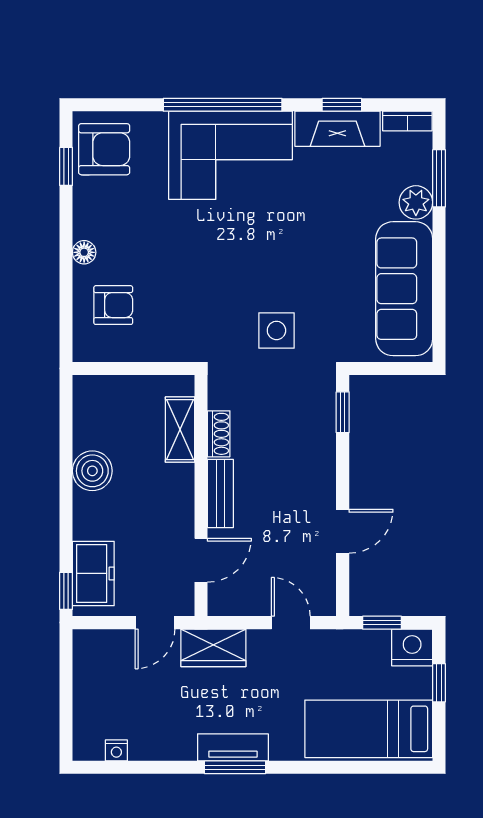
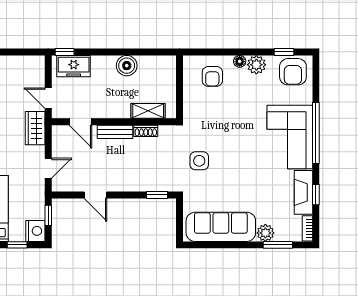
plant: (91, 220) -> (256, 65), added

